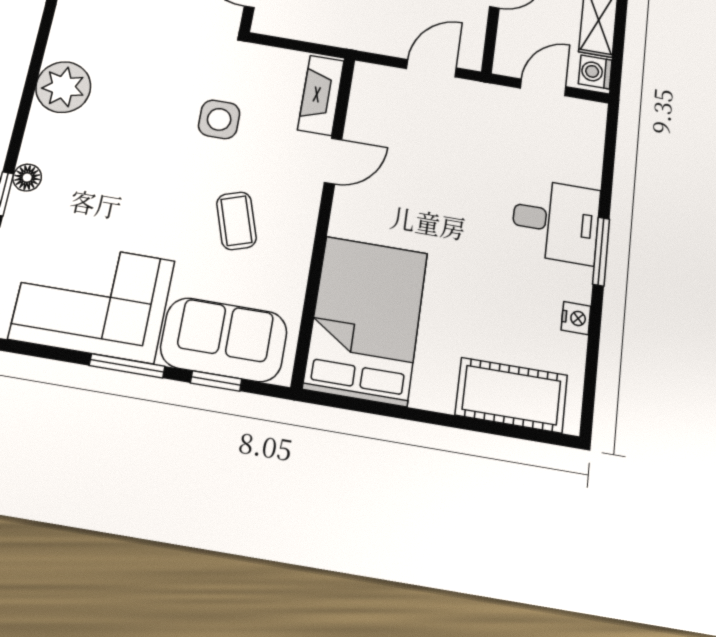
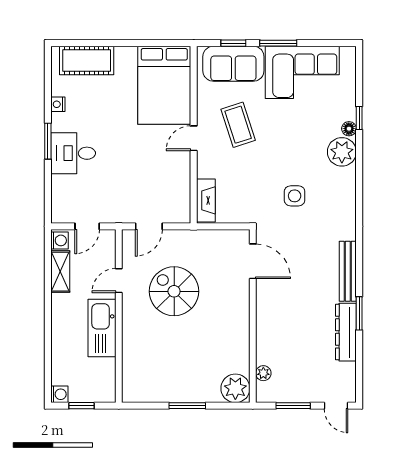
plant: (63, 87) -> (342, 152), moved
side table: (219, 119) -> (295, 196), moved
door: (333, 161) -> (194, 138), moved
coffee table: (236, 221) -> (238, 125), width x1.36, depth x1.30

